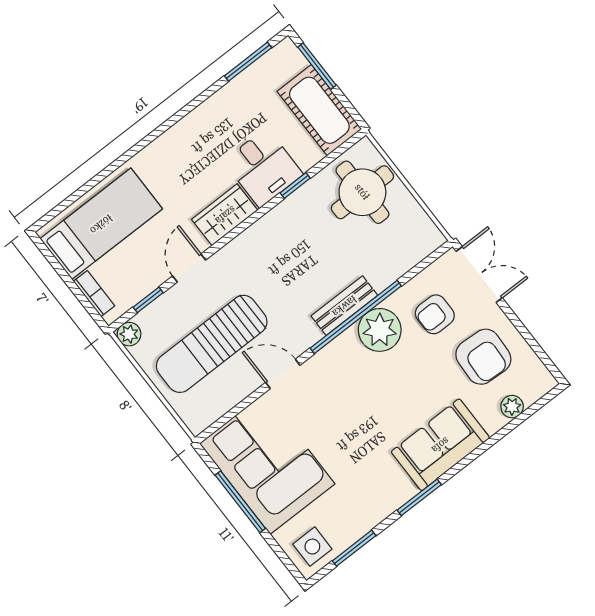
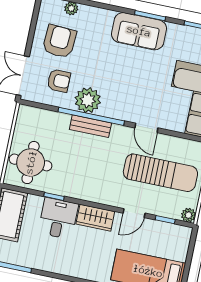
bookcase: (94, 294) -> (184, 247), removed
sofa: (440, 445) -> (139, 31), moved

